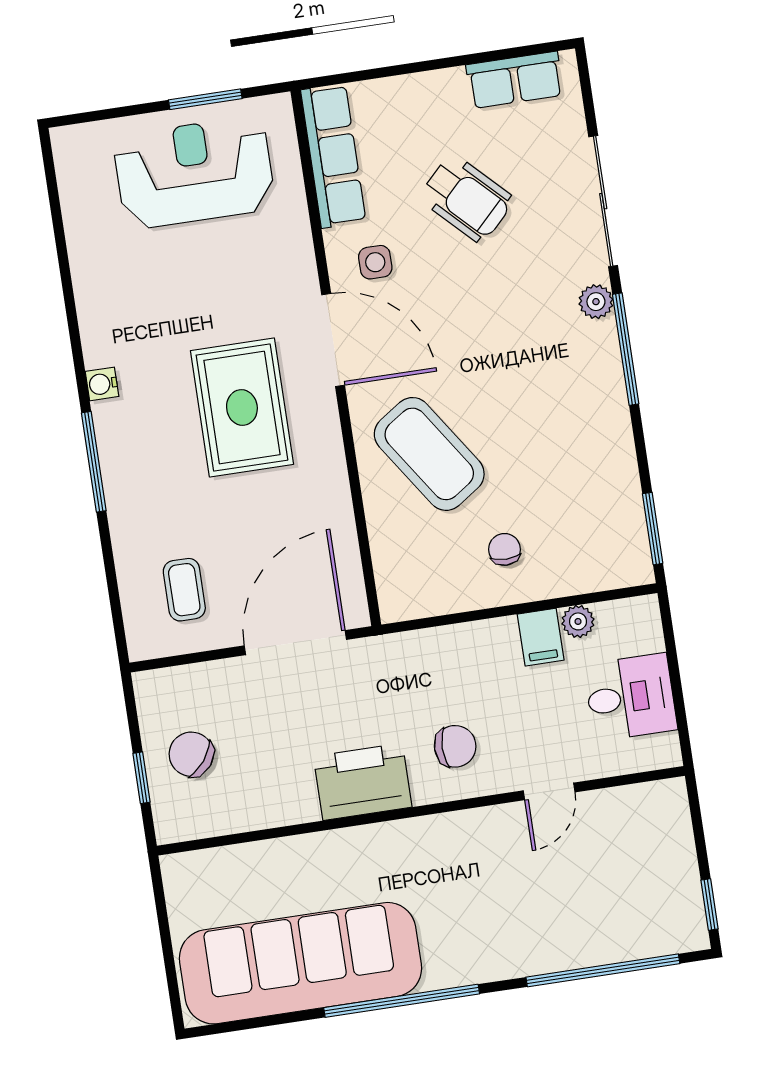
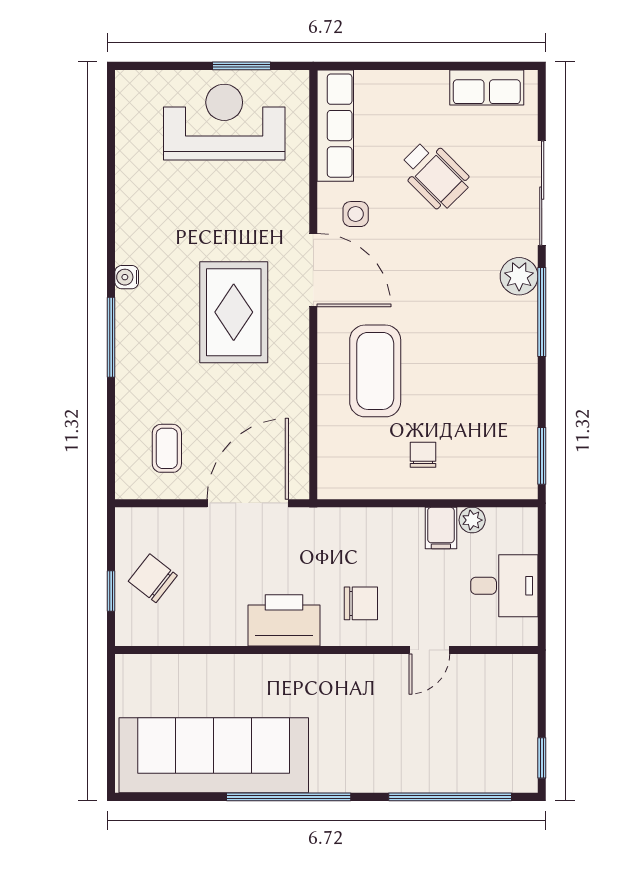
plant: (596, 302) -> (519, 276), width x1.38, depth x1.38
coffee table: (429, 454) -> (375, 371), turned 34

